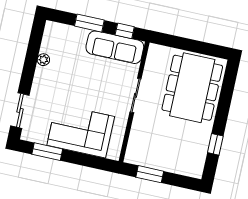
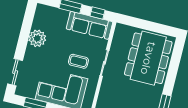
plant: (43, 60) -> (37, 38), width x1.88, depth x1.88
coffee table: (102, 94) -> (78, 61), added

